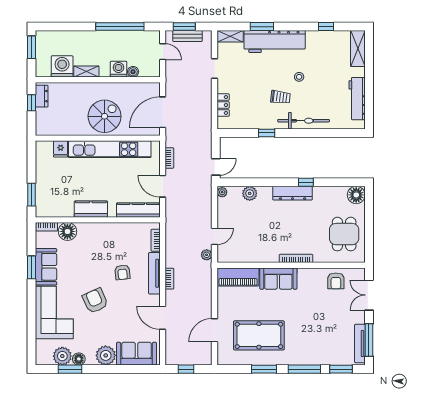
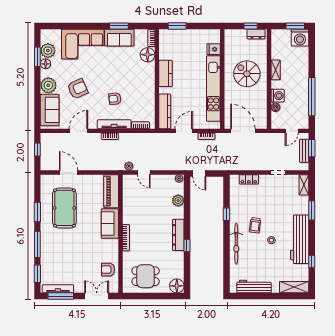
workbench: (275, 42) -> (300, 239), moved
washing machine: (62, 66) -> (300, 38), moved, turned 90
spiral stairs: (105, 116) -> (247, 74), moved, turned 180
armchair: (95, 301) -> (78, 89), moved

